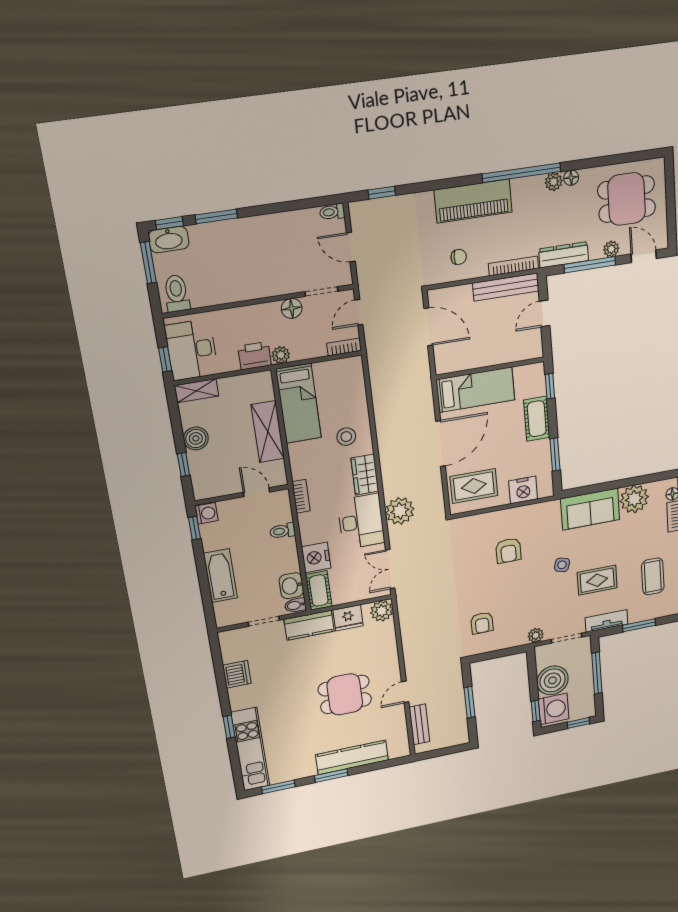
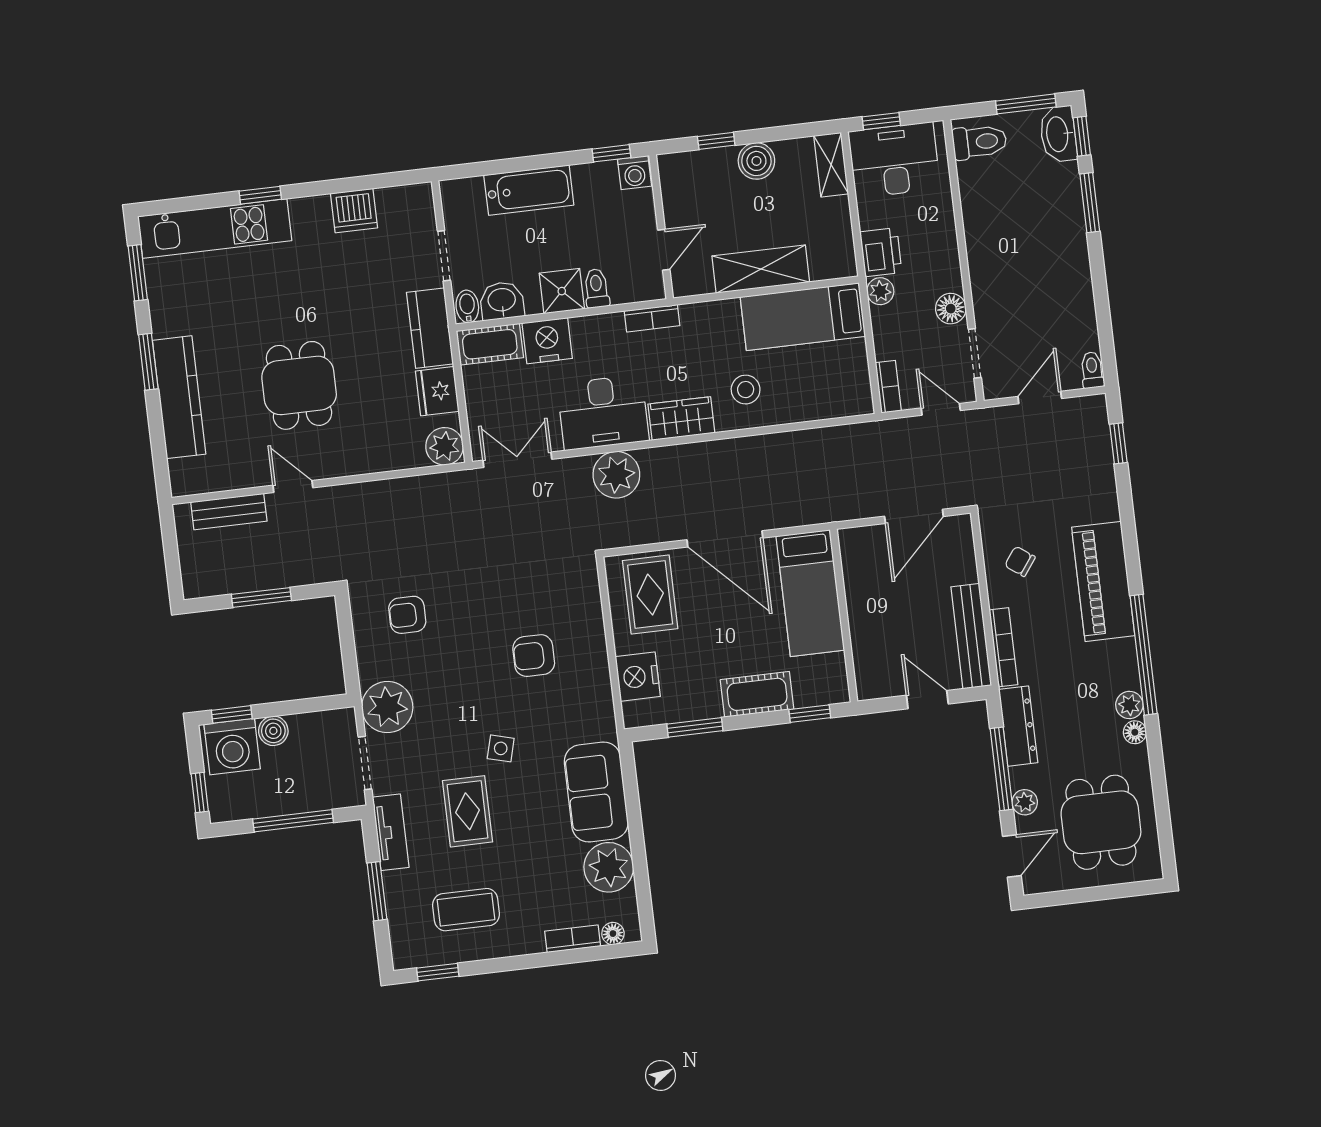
chair: (459, 257) -> (1020, 561), turned 126
shower: (285, 551) -> (562, 291), added
plant: (536, 635) -> (387, 707), width x1.88, depth x1.88
boiler: (553, 680) -> (273, 731), width x0.54, depth x0.54

